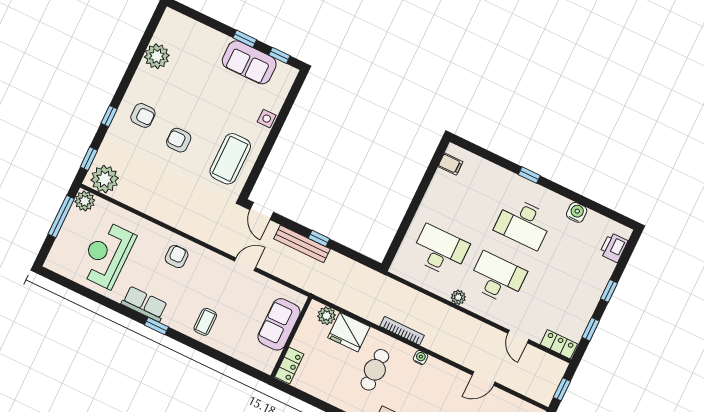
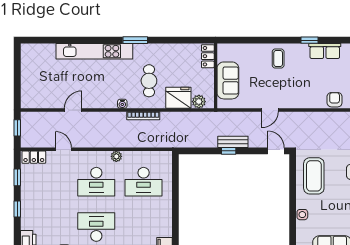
bench: (302, 244) -> (233, 142), width x0.73
armchair: (177, 256) -> (335, 100), moved, turned 180

